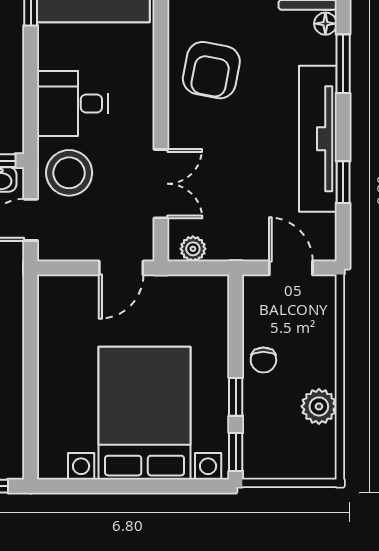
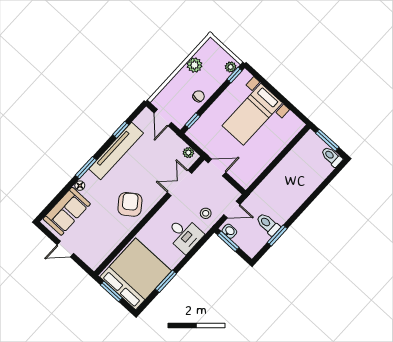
armchair: (211, 70) -> (130, 204), turned -48
stool: (69, 173) -> (206, 213), width x0.53, depth x0.53
window: (236, 397) -> (192, 121), moved
bed with nightstands: (145, 413) -> (252, 114), width x0.73
plant: (255, 459) -> (231, 67), added

